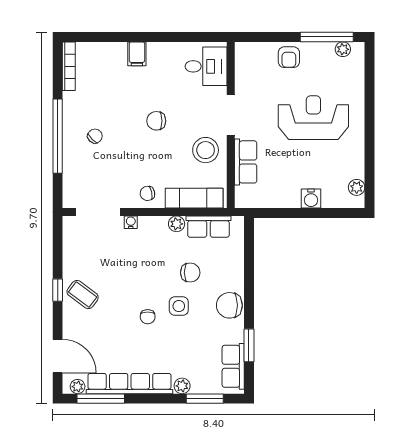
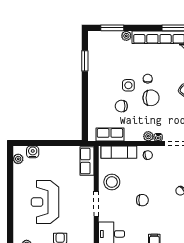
reception desk: (313, 118) -> (45, 202), turned 90
row of seats: (246, 162) -> (87, 161), moved
water cooler: (311, 199) -> (33, 152), moved
plant: (177, 224) -> (148, 136), moved
chair: (229, 305) -> (151, 98), moved
row of seats: (233, 366) -> (95, 48), removed

